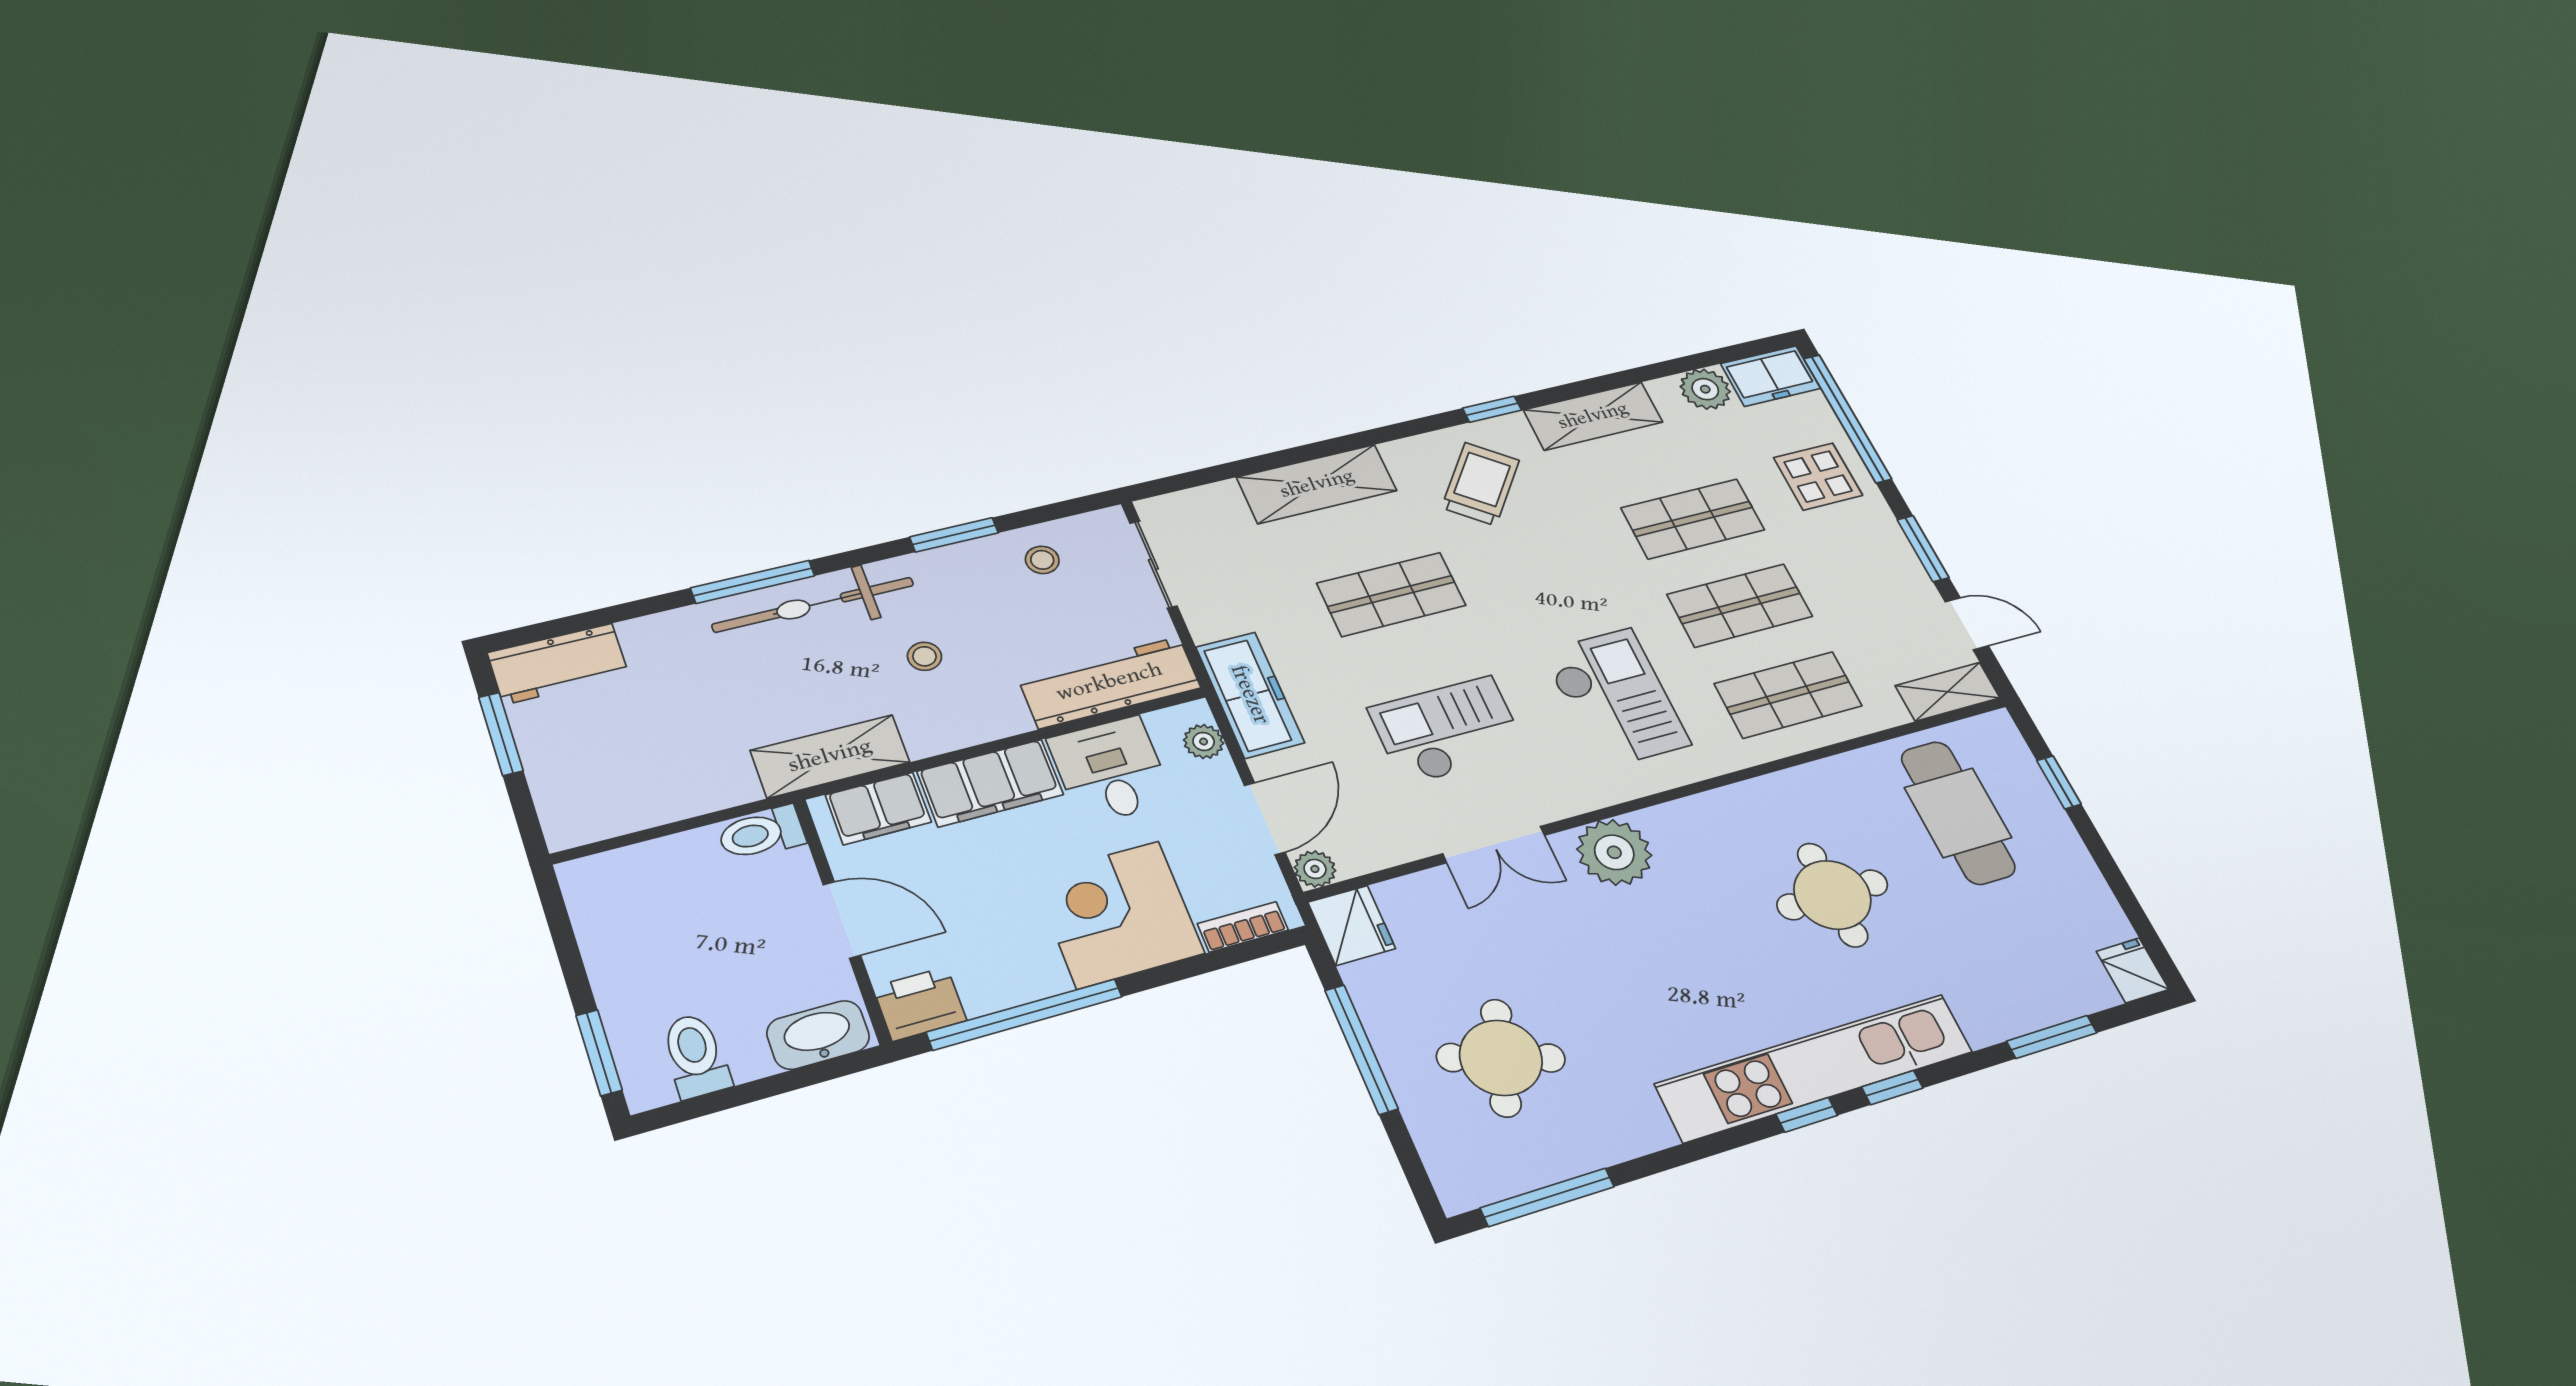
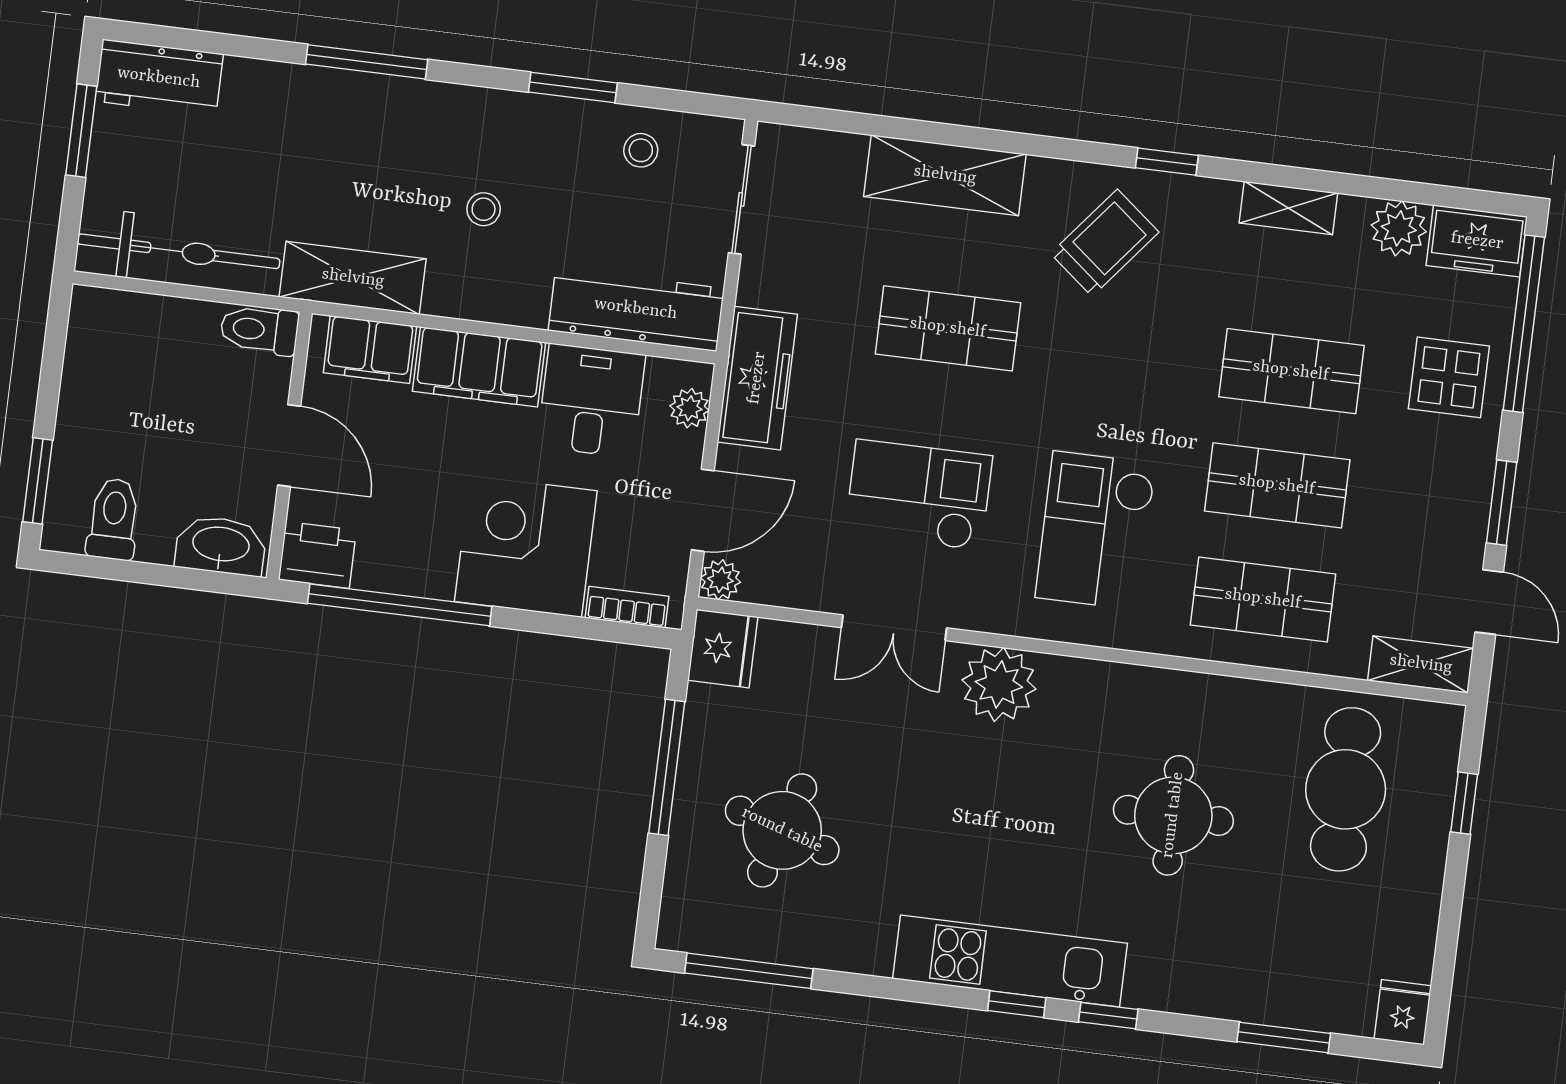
shelving: (1593, 416) -> (1288, 208), width x0.67, depth x0.75
bicycle: (813, 605) -> (178, 251), moved, turned 180
checkout: (1615, 698) -> (1096, 530), turned 180
kitchen unit: (1815, 1068) -> (1010, 961), width x0.73

